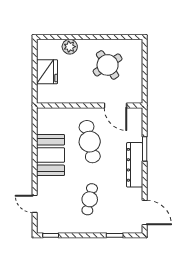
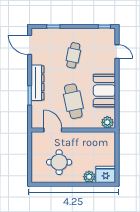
round table: (108, 65) -> (59, 162), turned 34
fridge: (47, 72) -> (106, 174), moved, turned 90
plant: (47, 115) -> (107, 122), added

